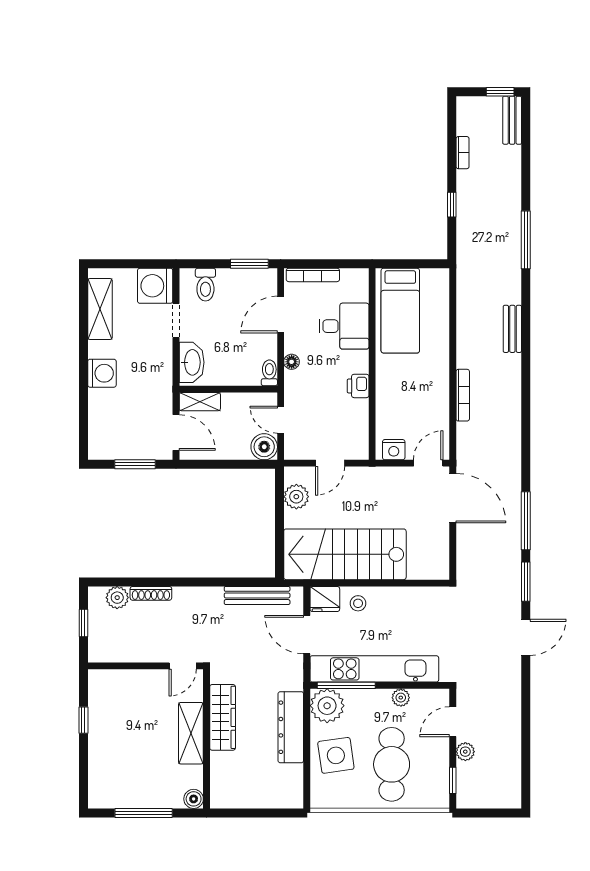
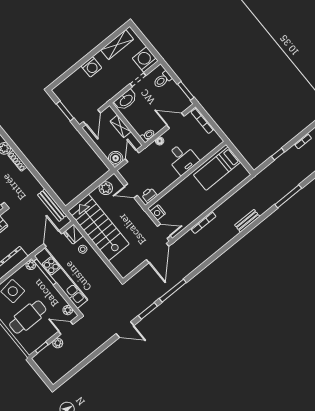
desk: (344, 326) -> (182, 158), moved
printer: (358, 386) -> (149, 195), moved
shelving: (200, 402) -> (121, 126), moved
plant: (401, 698) -> (68, 310), moved
plant: (327, 706) -> (31, 265), width x0.53, depth x0.53

